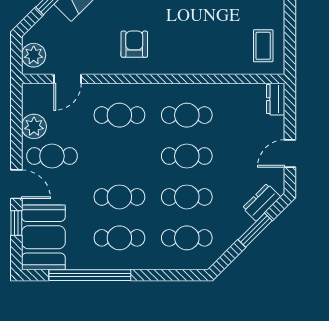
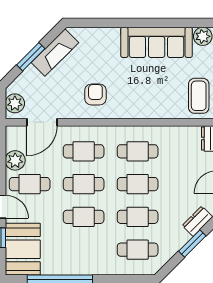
coffee table: (263, 46) -> (199, 96), width x1.36, depth x1.30
door: (67, 79) -> (42, 122), width x1.38
cafe table: (119, 238) -> (84, 184), moved

